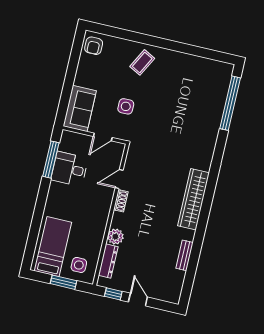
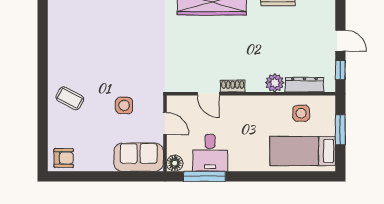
floor lamp: (68, 137) -> (175, 163), added
side table: (79, 265) -> (301, 113), moved
door: (138, 300) -> (340, 41), swing flipped

